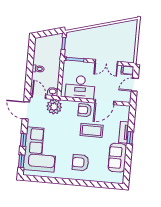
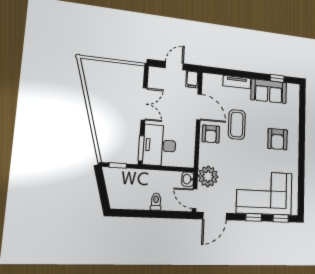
filing cabinet: (127, 70) -> (192, 79), moved
door: (135, 85) -> (174, 66), swing flipped
desk: (80, 87) -> (160, 145), moved, turned 180
door: (39, 96) -> (195, 199), hinge flipped
window: (130, 138) -> (277, 78), moved

